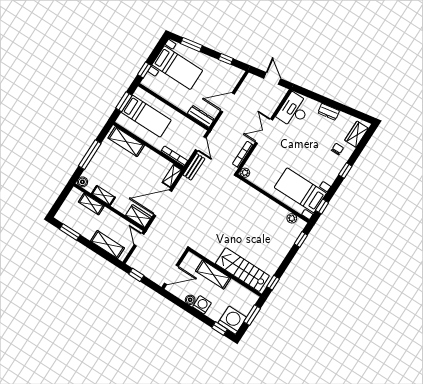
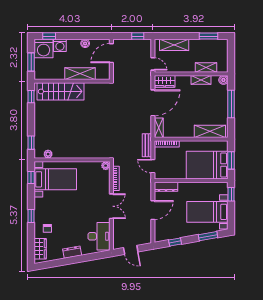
bed: (146, 116) -> (207, 165), width x1.50
washing machine: (202, 305) -> (60, 45), moved

